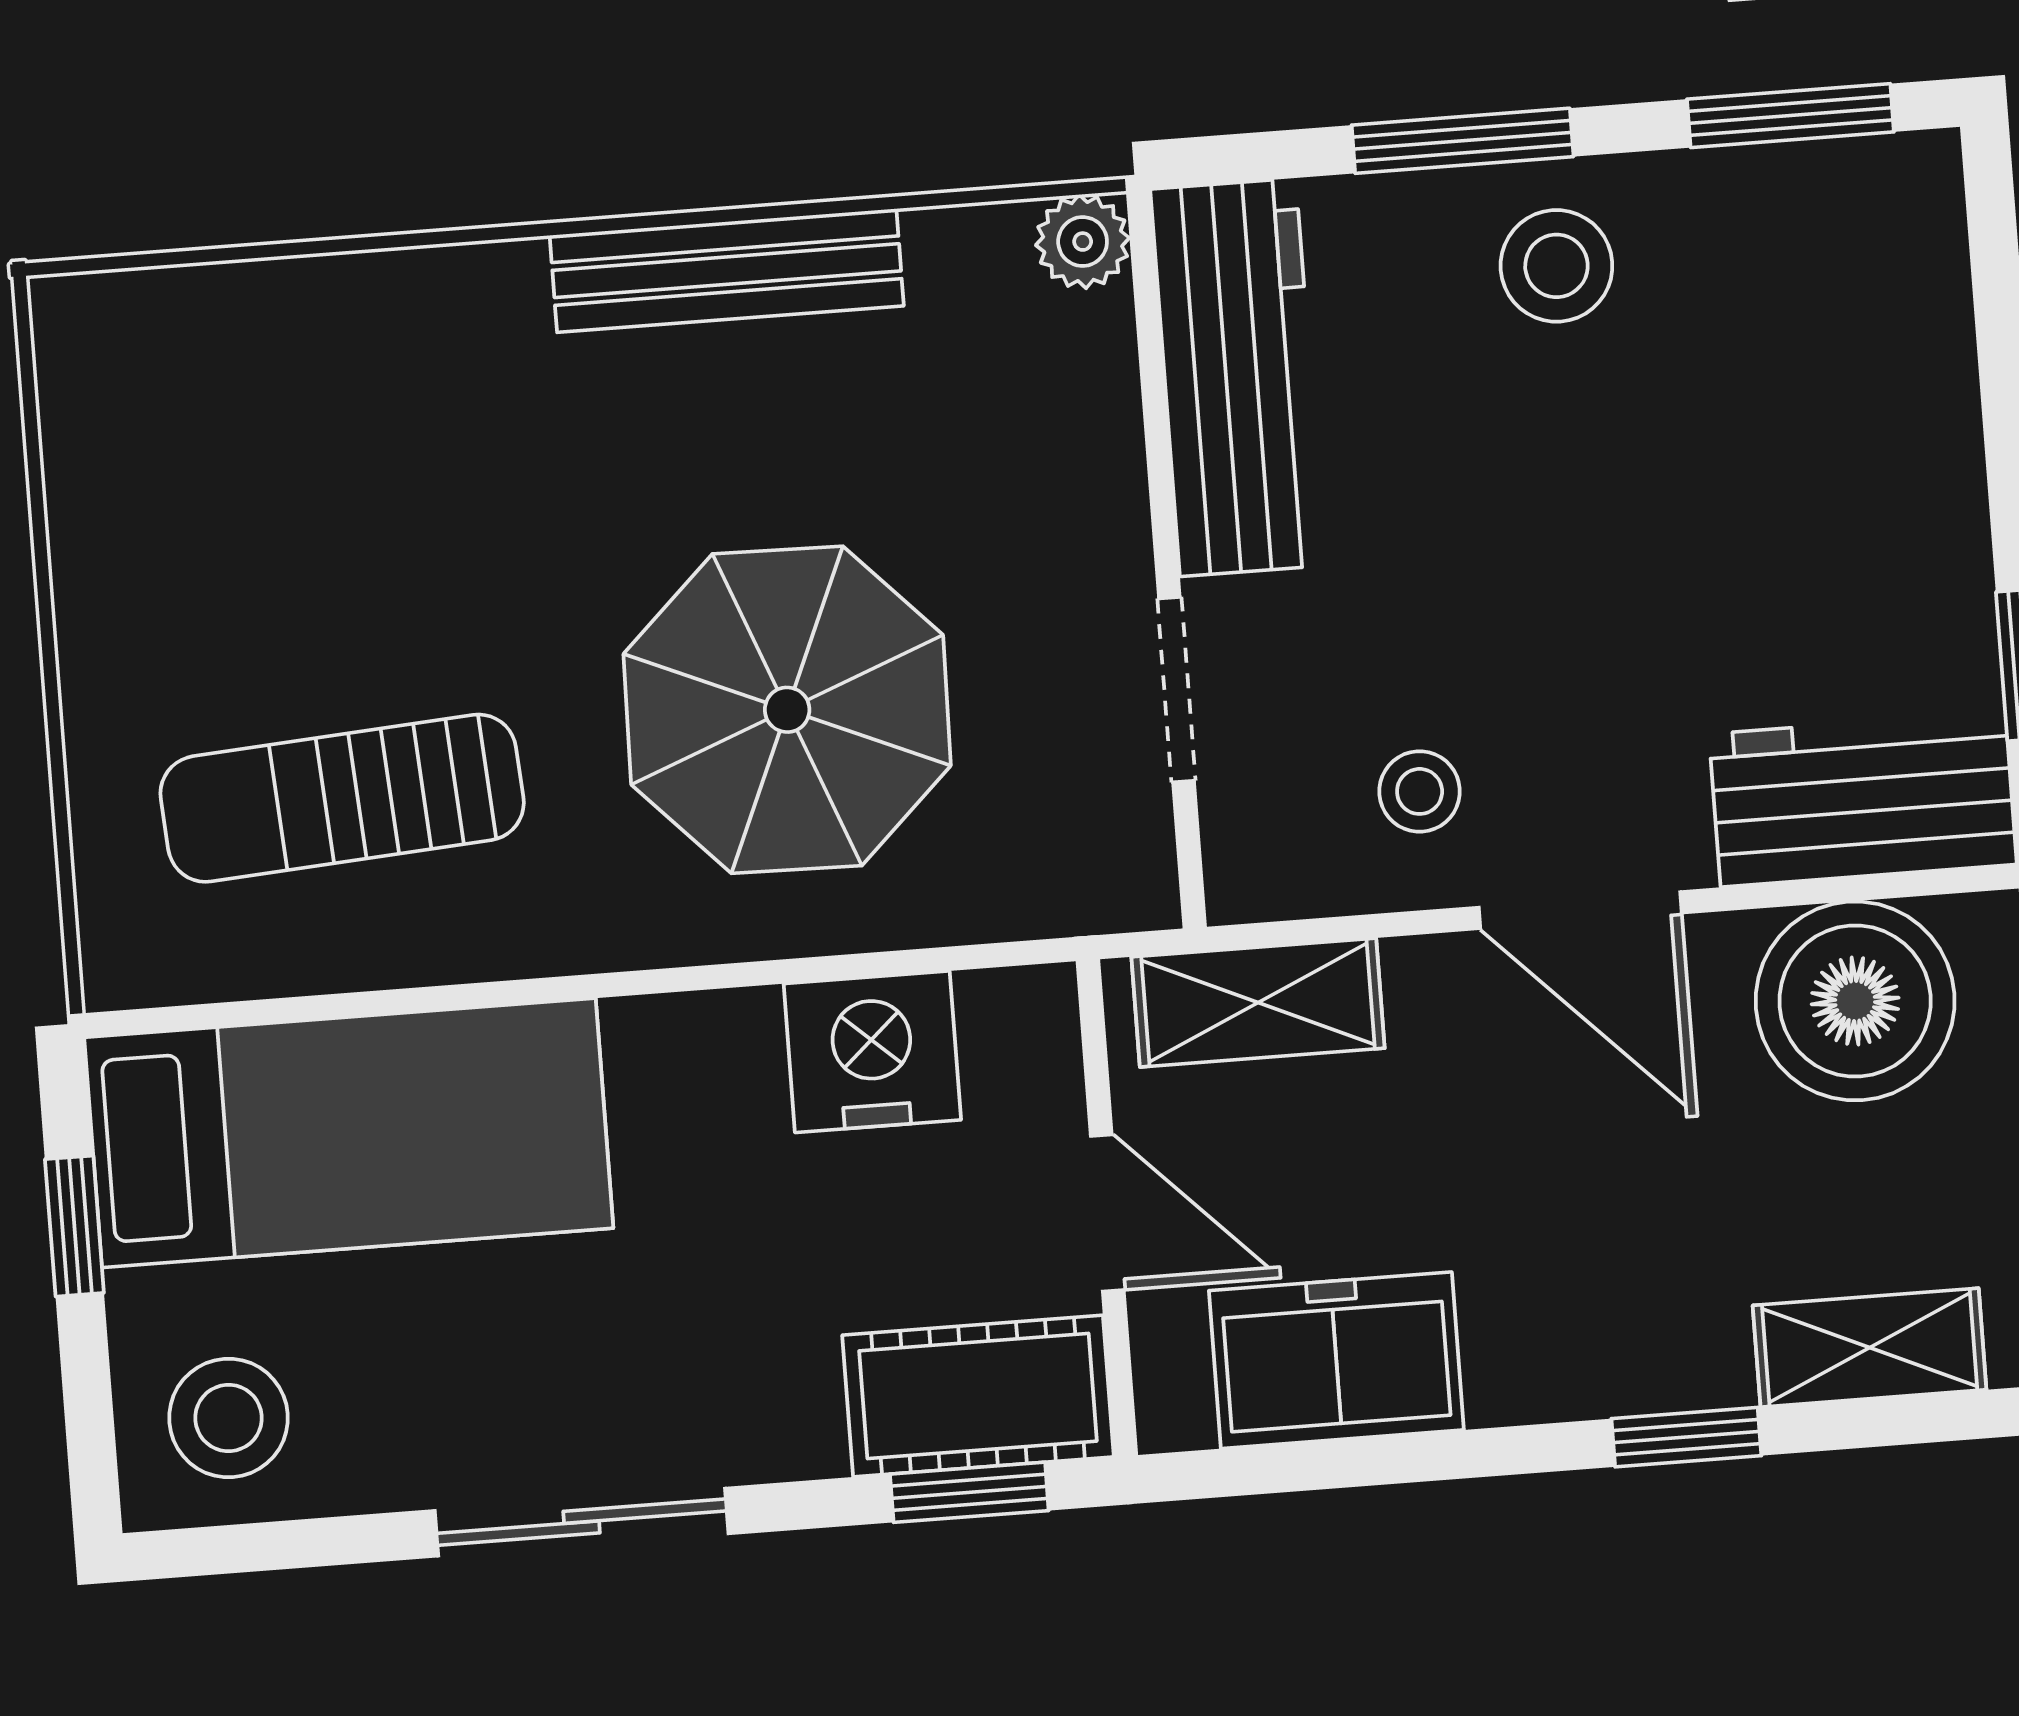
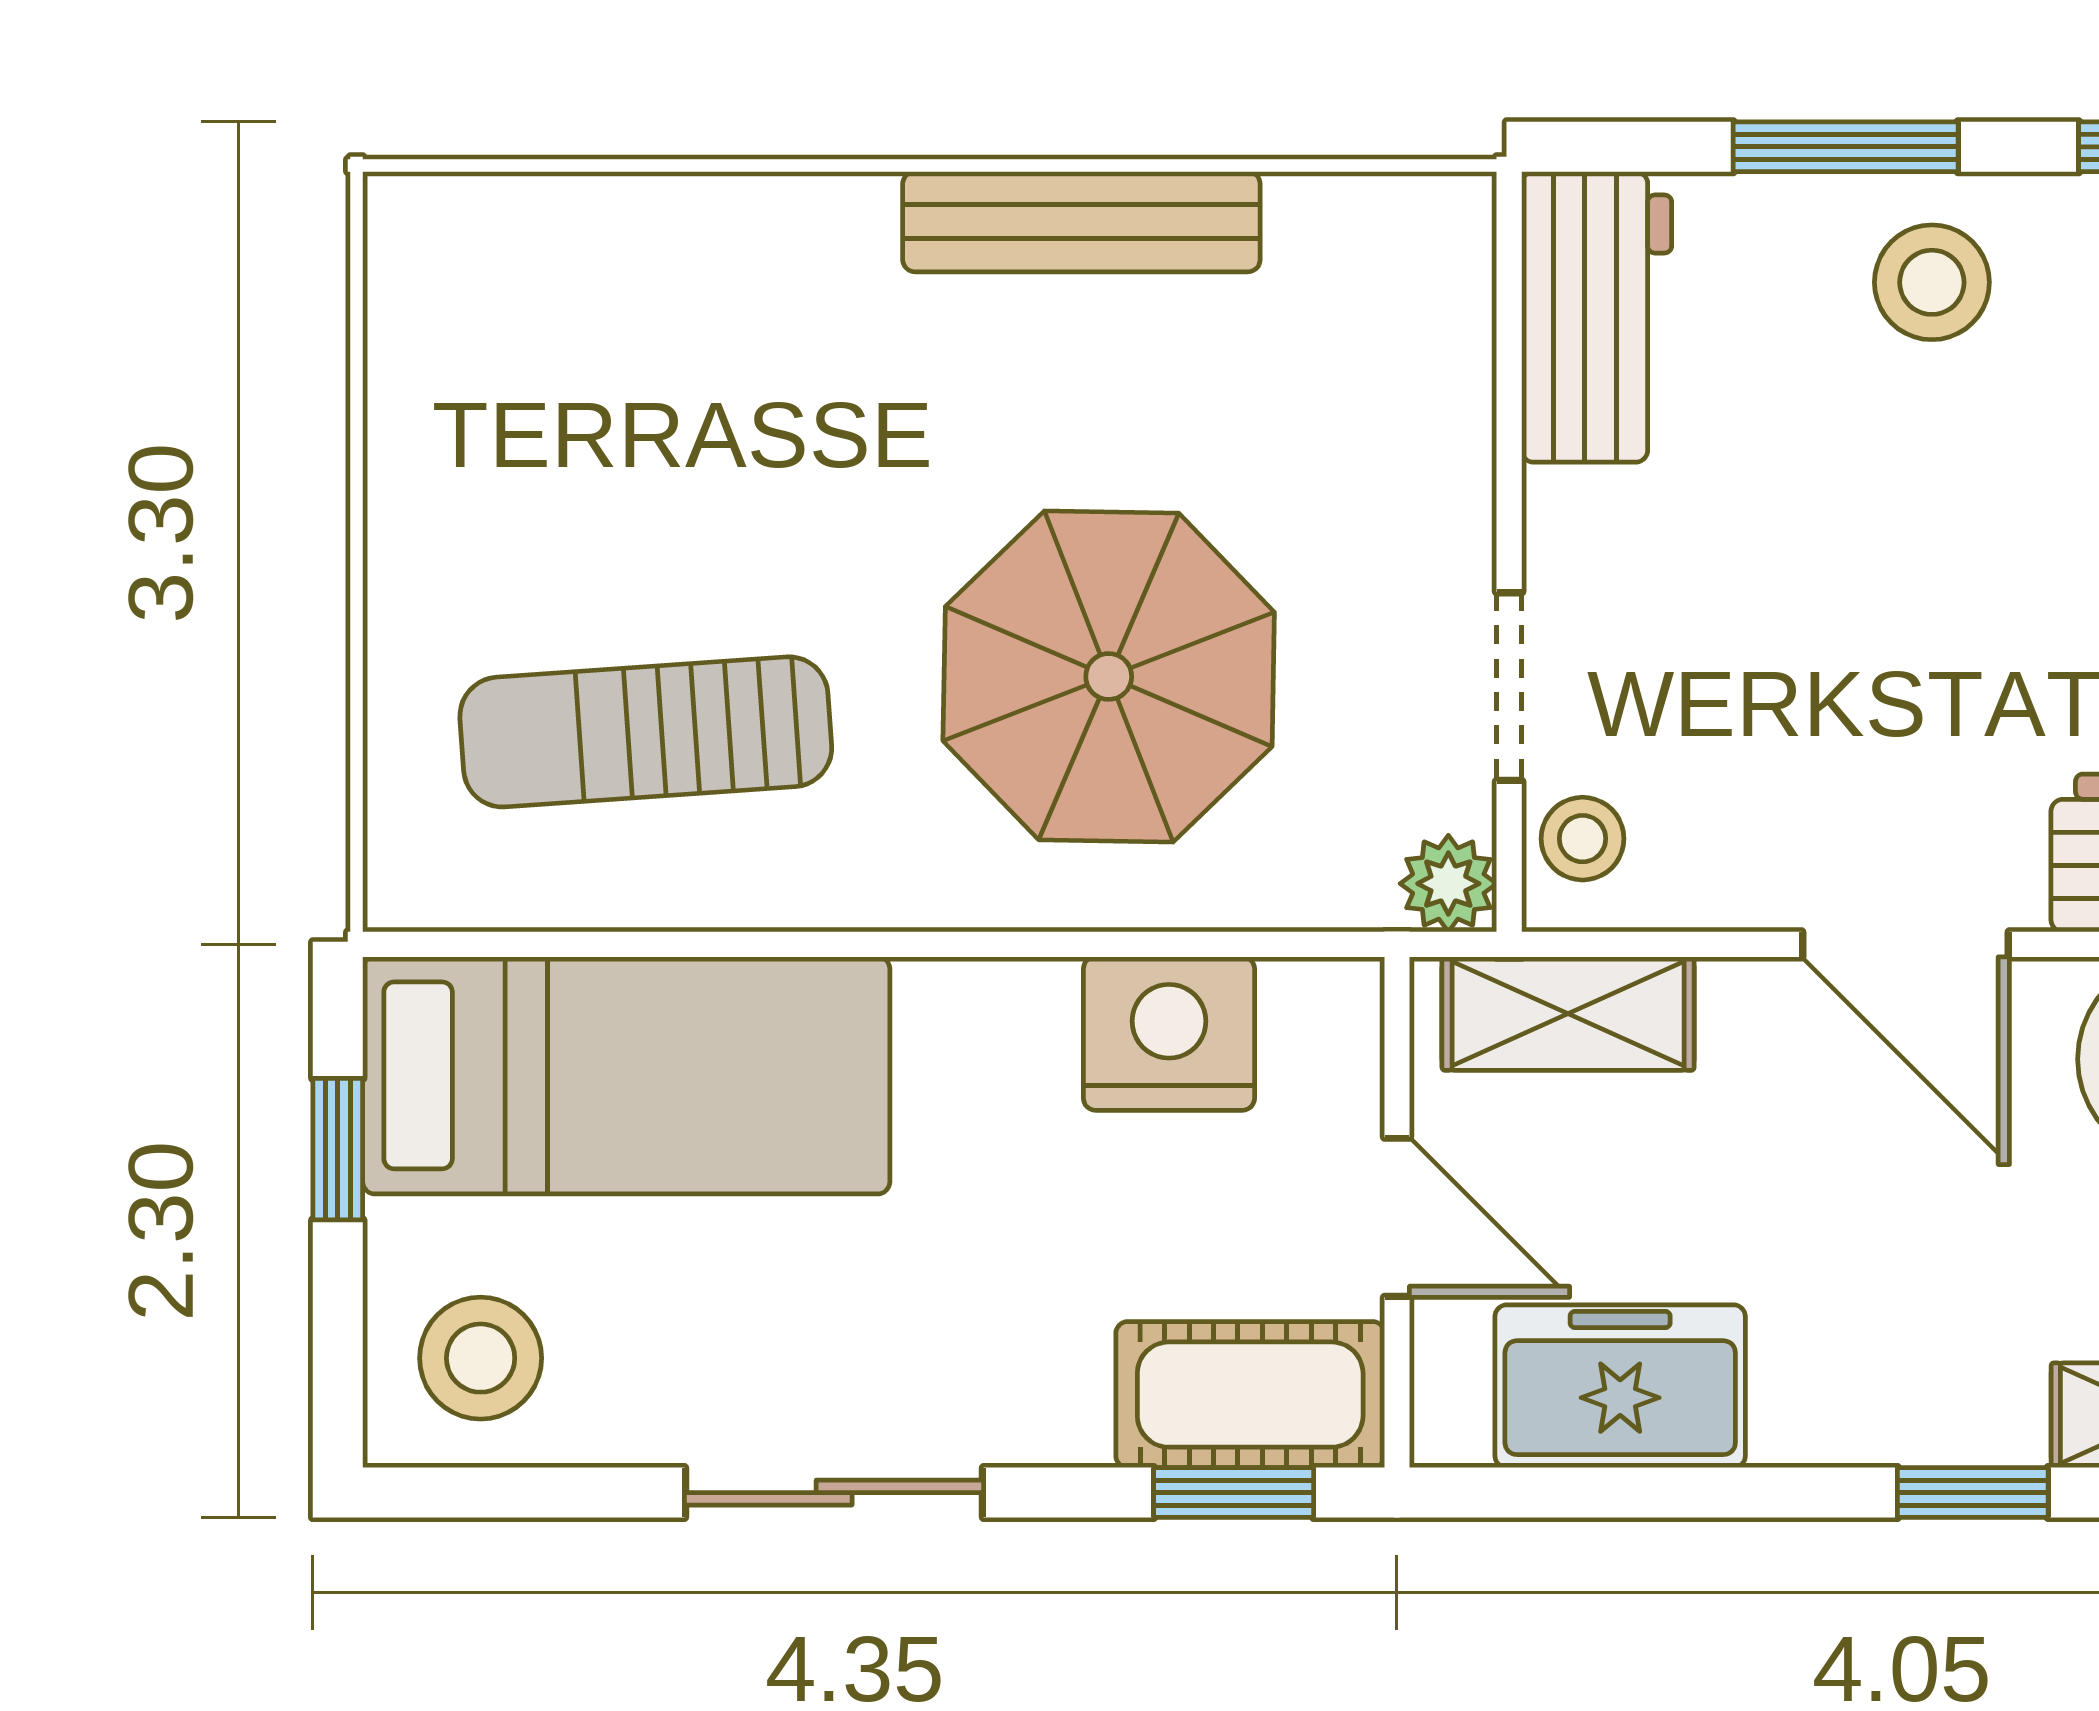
plant: (1083, 242) -> (1448, 884), moved
workbench: (1238, 377) -> (1597, 317), width x0.73
stool: (1420, 791) -> (1583, 839), moved

